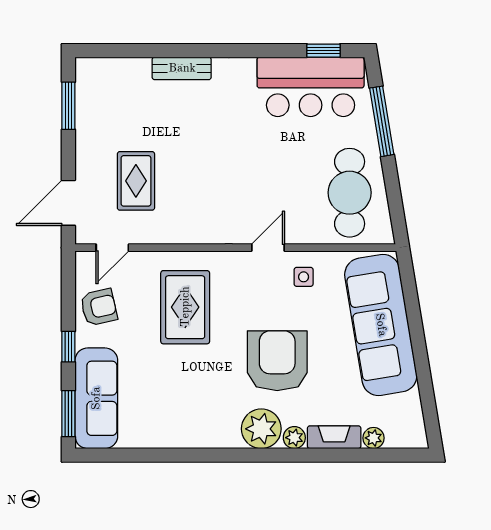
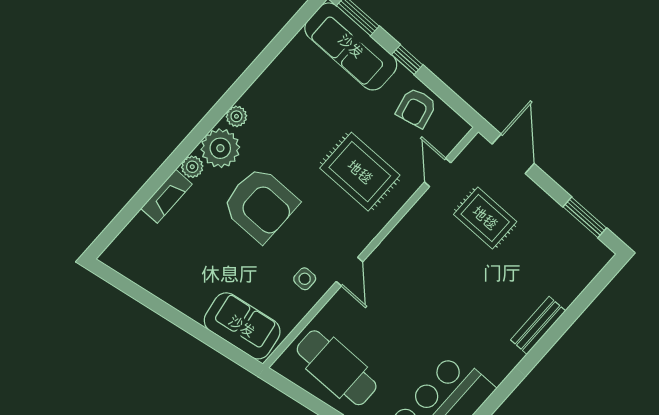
door: (112, 248) -> (438, 172), moved
sofa: (381, 325) -> (242, 326), width x0.54, depth x0.79
plant: (374, 438) -> (236, 116), moved

